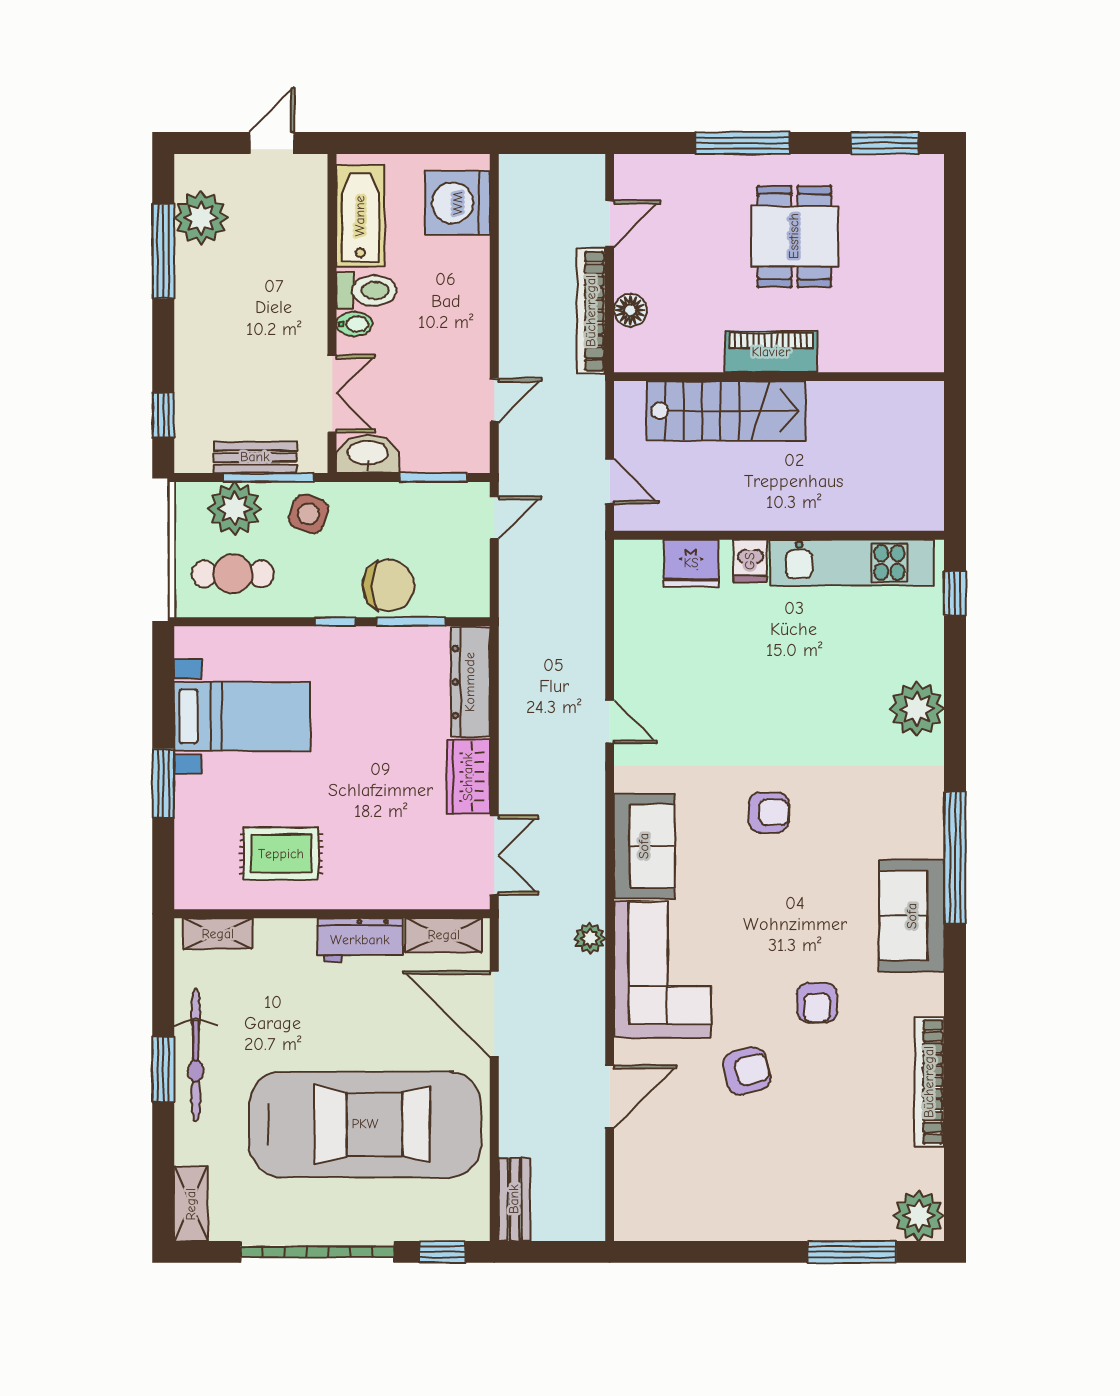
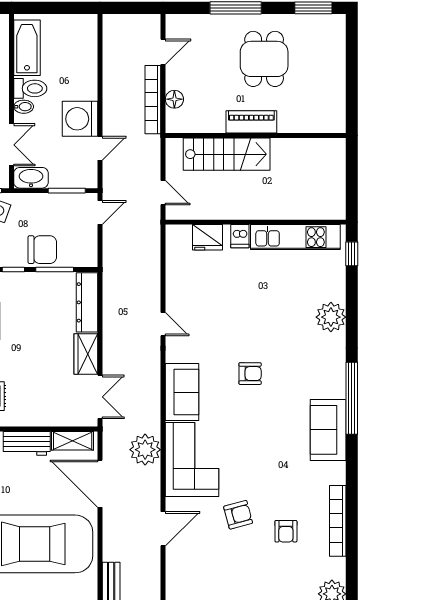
washing machine: (458, 203) -> (80, 119), moved
plant: (590, 938) -> (145, 450), width x1.87, depth x1.87
armchair: (817, 1003) -> (286, 531), moved

